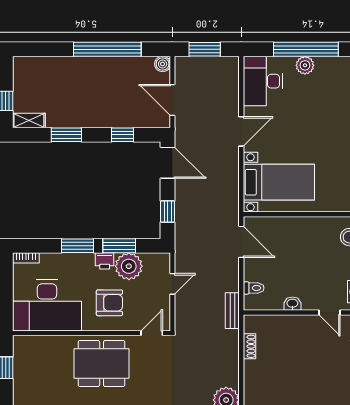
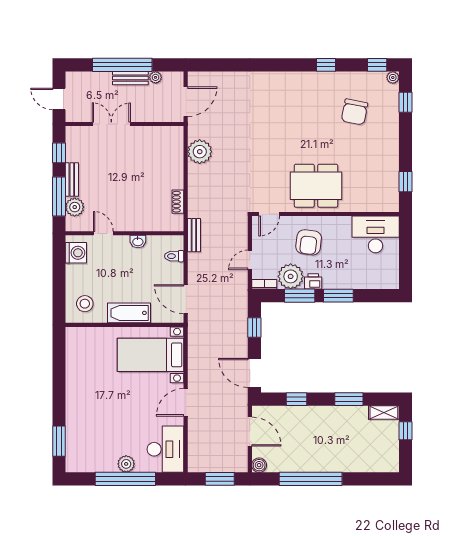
bathtub: (302, 227) -> (129, 313), added
bookcase: (26, 258) -> (264, 284), moved
armchair: (109, 303) -> (309, 242), turned -83
desk: (47, 305) -> (376, 234), width x0.73, depth x0.77

